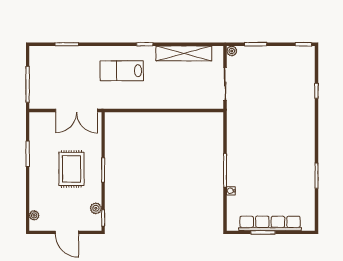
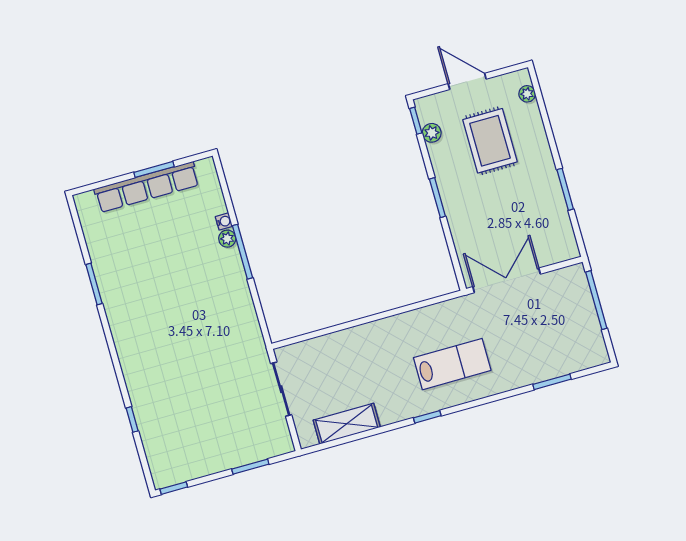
plant: (232, 51) -> (227, 239), moved
shelving: (184, 53) -> (347, 424), width x0.68
rug: (71, 169) -> (490, 141), moved

